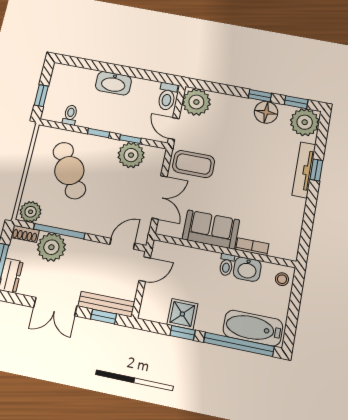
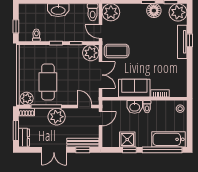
plant: (131, 155) -> (91, 53), moved
cafe table: (69, 171) -> (48, 82), moved, turned 30
door: (122, 244) -> (85, 107), hinge flipped
plant: (51, 247) -> (57, 117), moved
washbasin: (247, 269) -> (135, 107), moved

